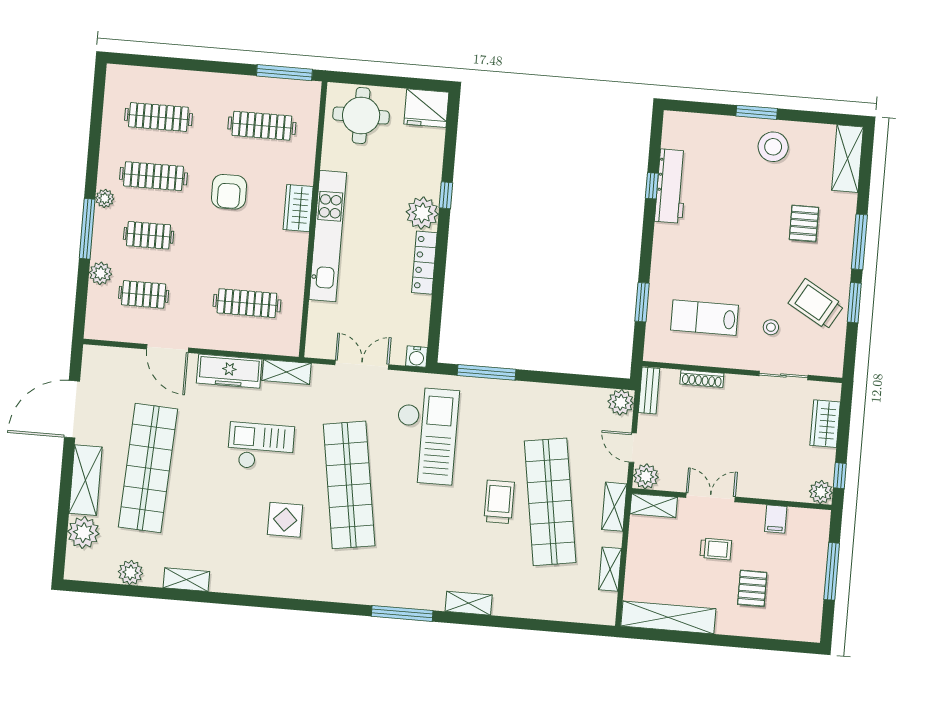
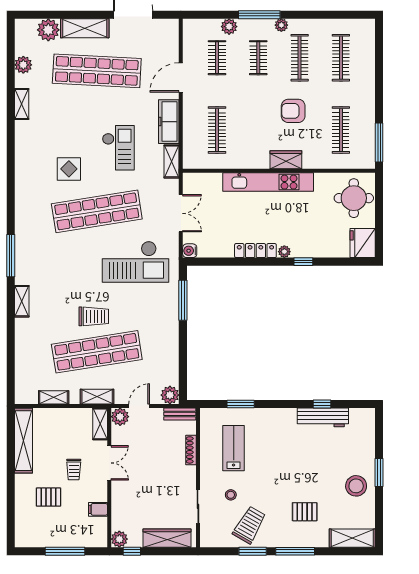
plant: (422, 213) -> (284, 252), width x0.53, depth x0.53
wardrobe: (825, 424) -> (167, 538), width x1.50

